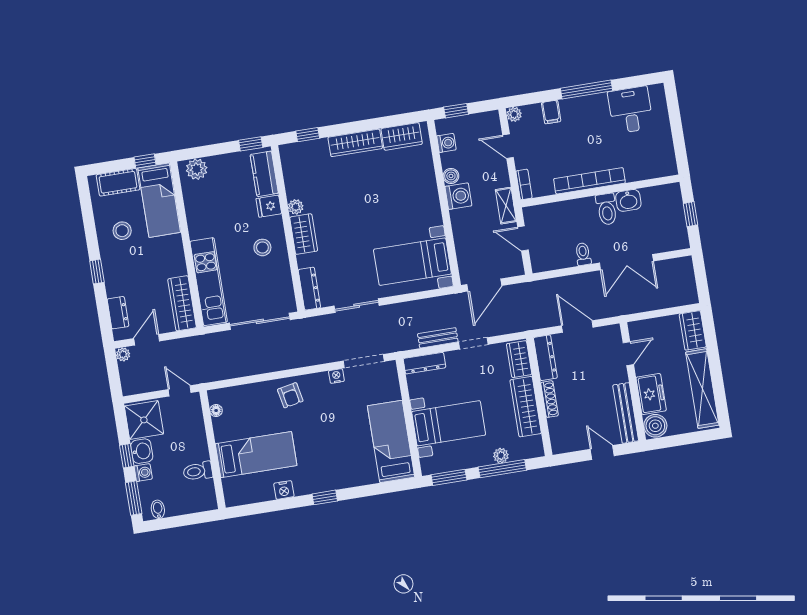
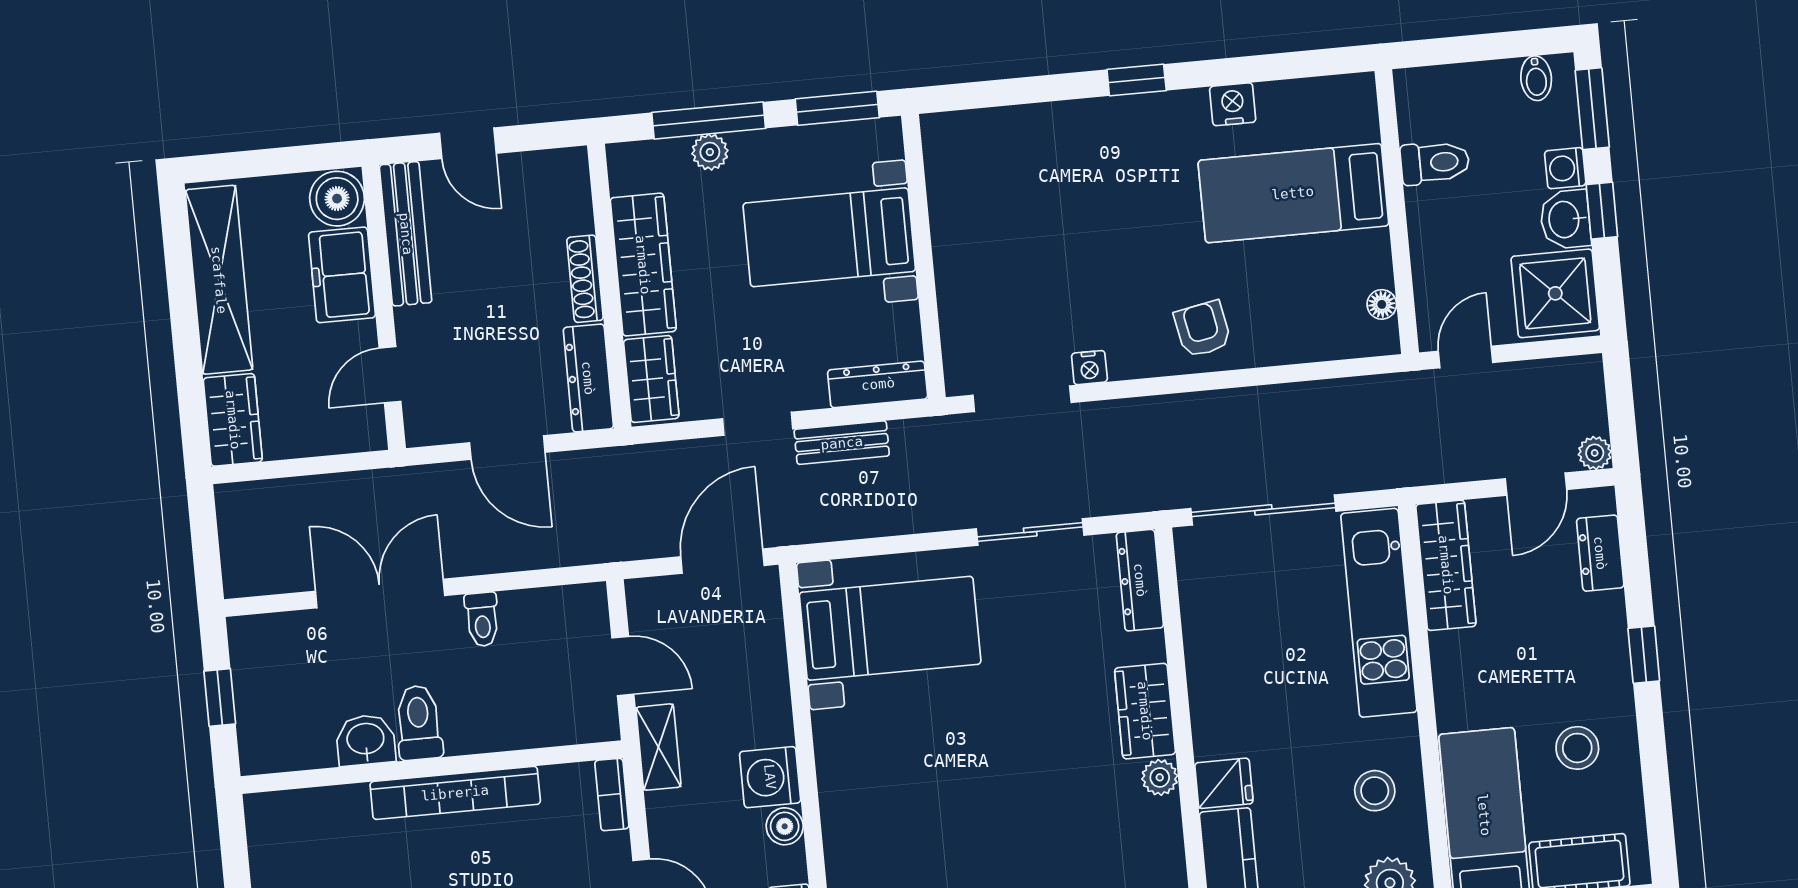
stool: (262, 247) -> (1375, 791), moved
door: (180, 391) -> (1465, 357), swing flipped
bed: (391, 441) -> (969, 203), removed

